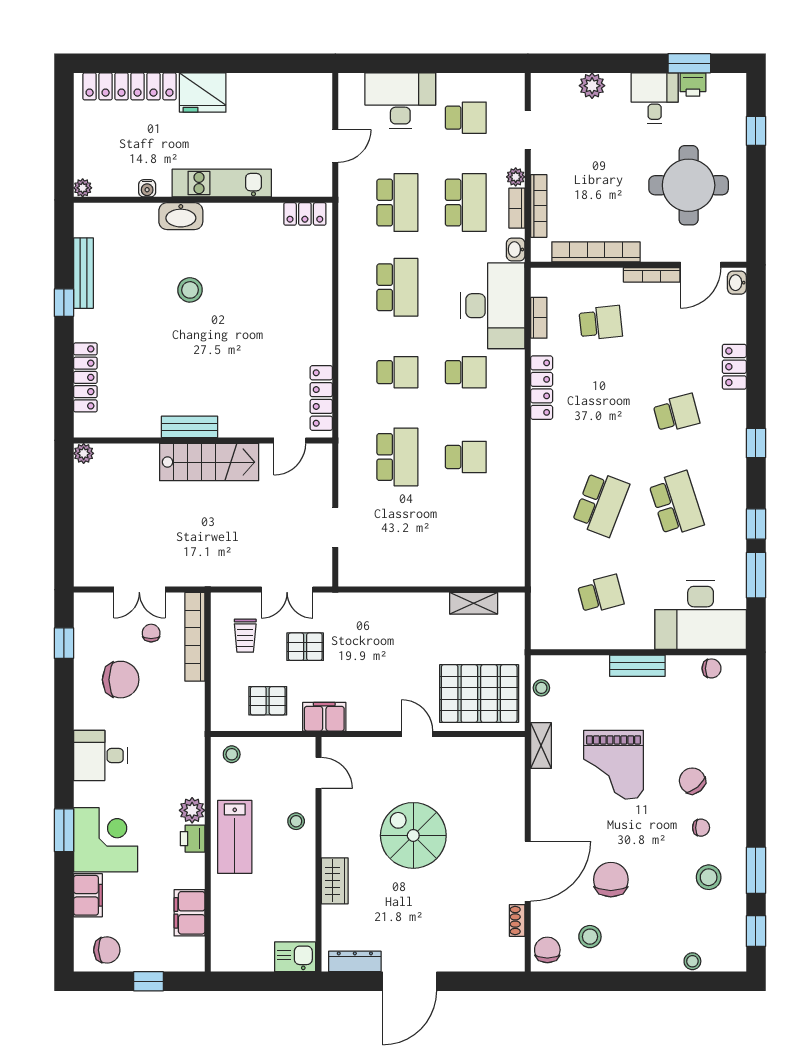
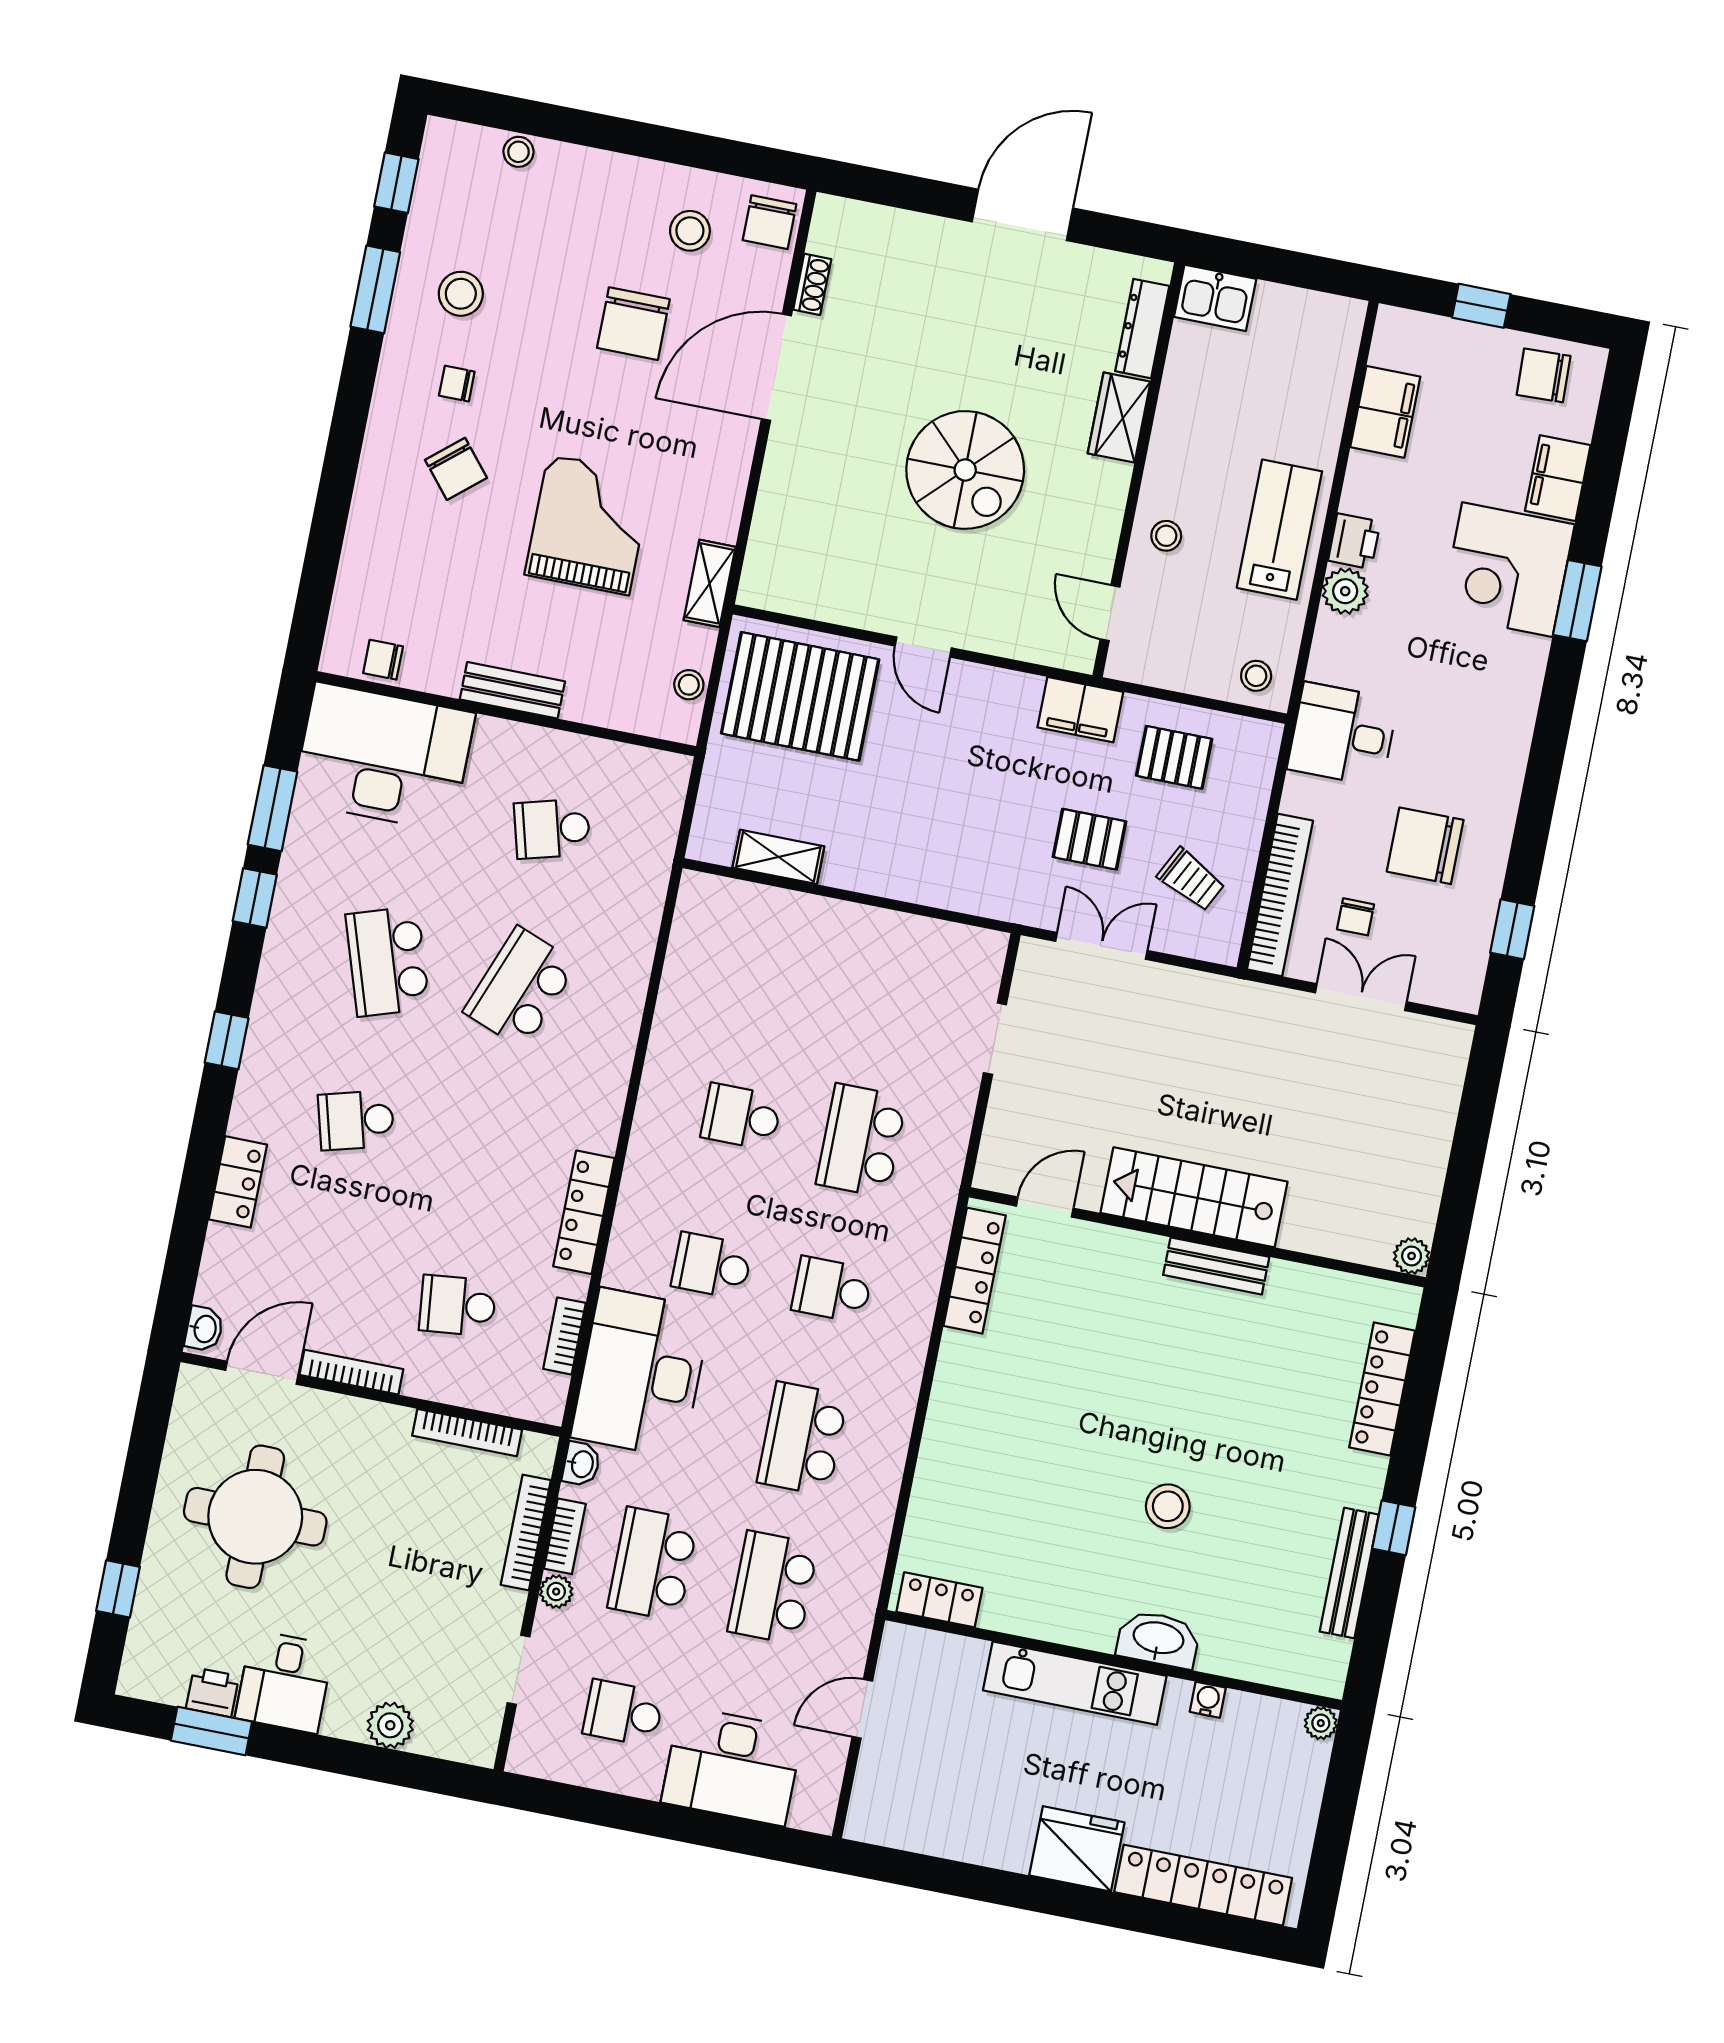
bookcase: (596, 252) -> (467, 1433), width x0.68, depth x0.76
trolley: (245, 636) -> (1191, 879), turned 117
desk: (101, 755) -> (1343, 734), moved, turned 180
dresser: (355, 961) -> (1142, 329), moved, turned 90

